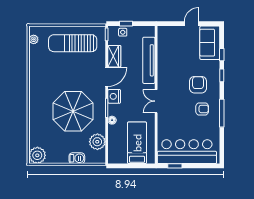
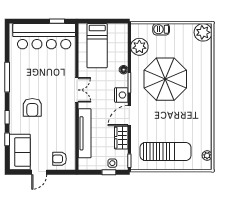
armchair: (202, 109) -> (59, 159), moved

